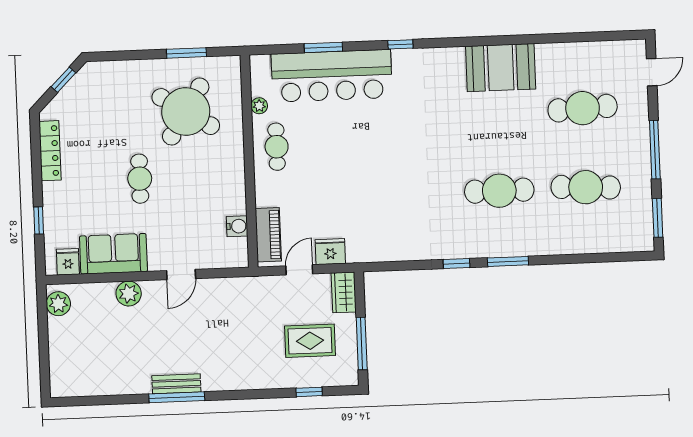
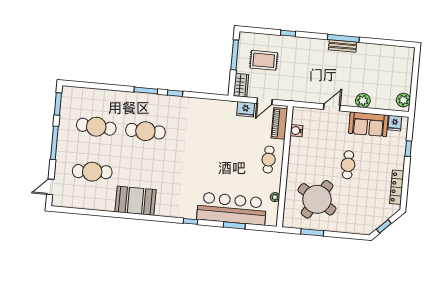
cafe table: (277, 147) -> (269, 160), moved
window: (309, 392) -> (288, 33), moved

